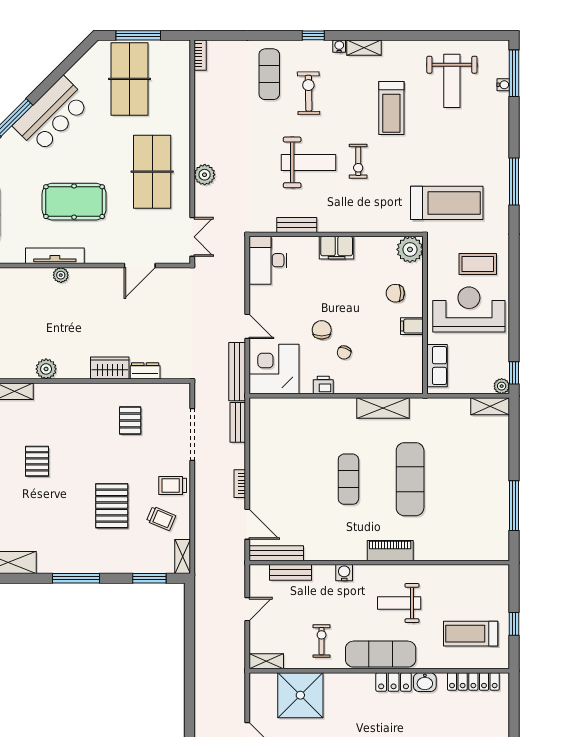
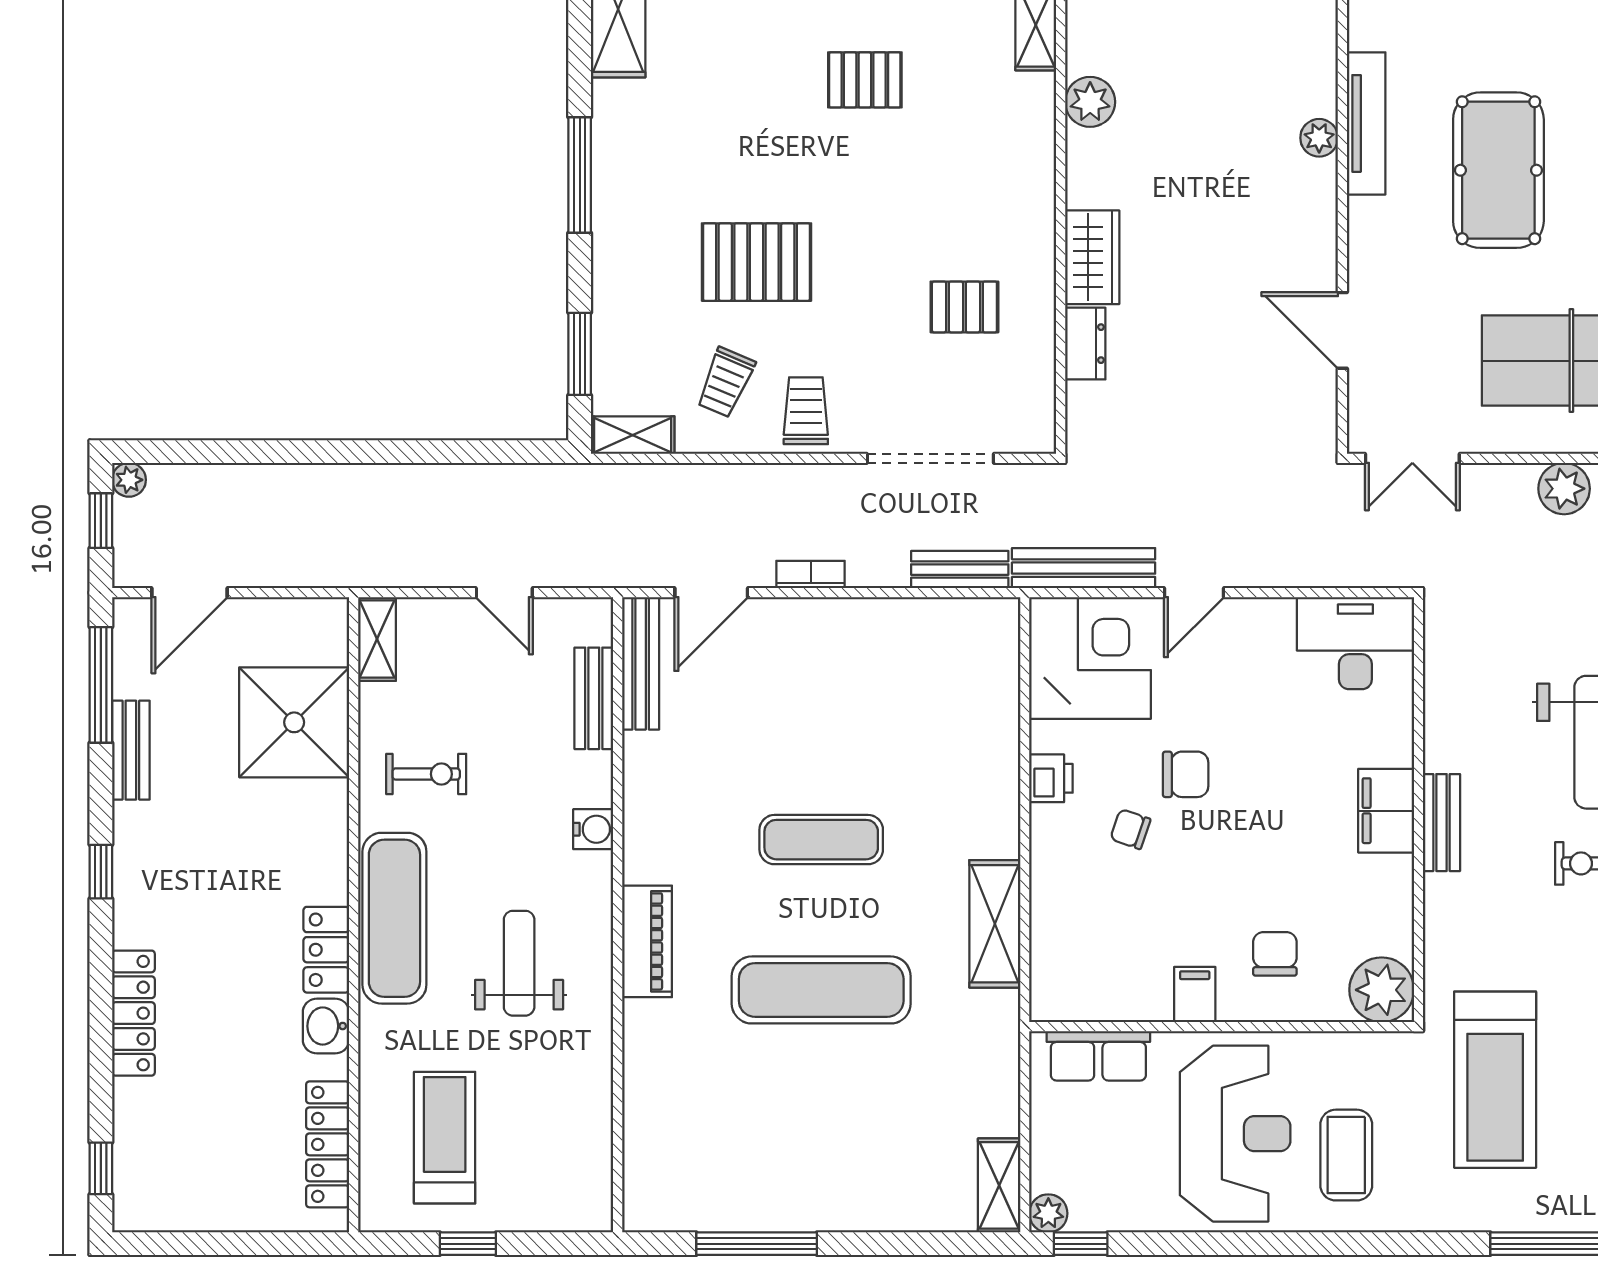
bench: (297, 225) -> (1442, 823), moved

